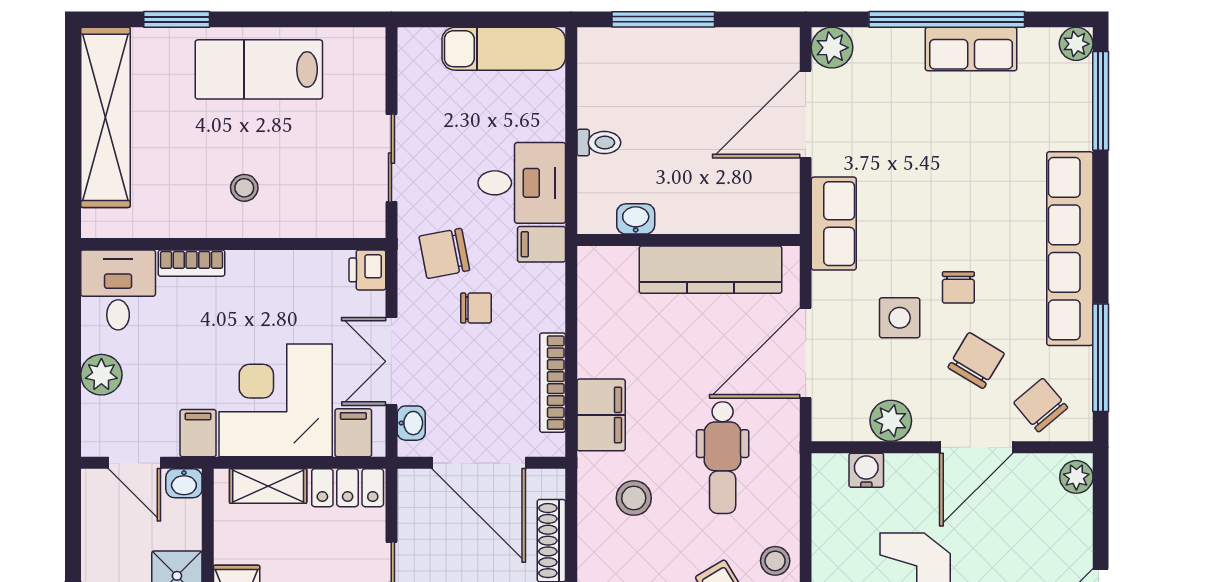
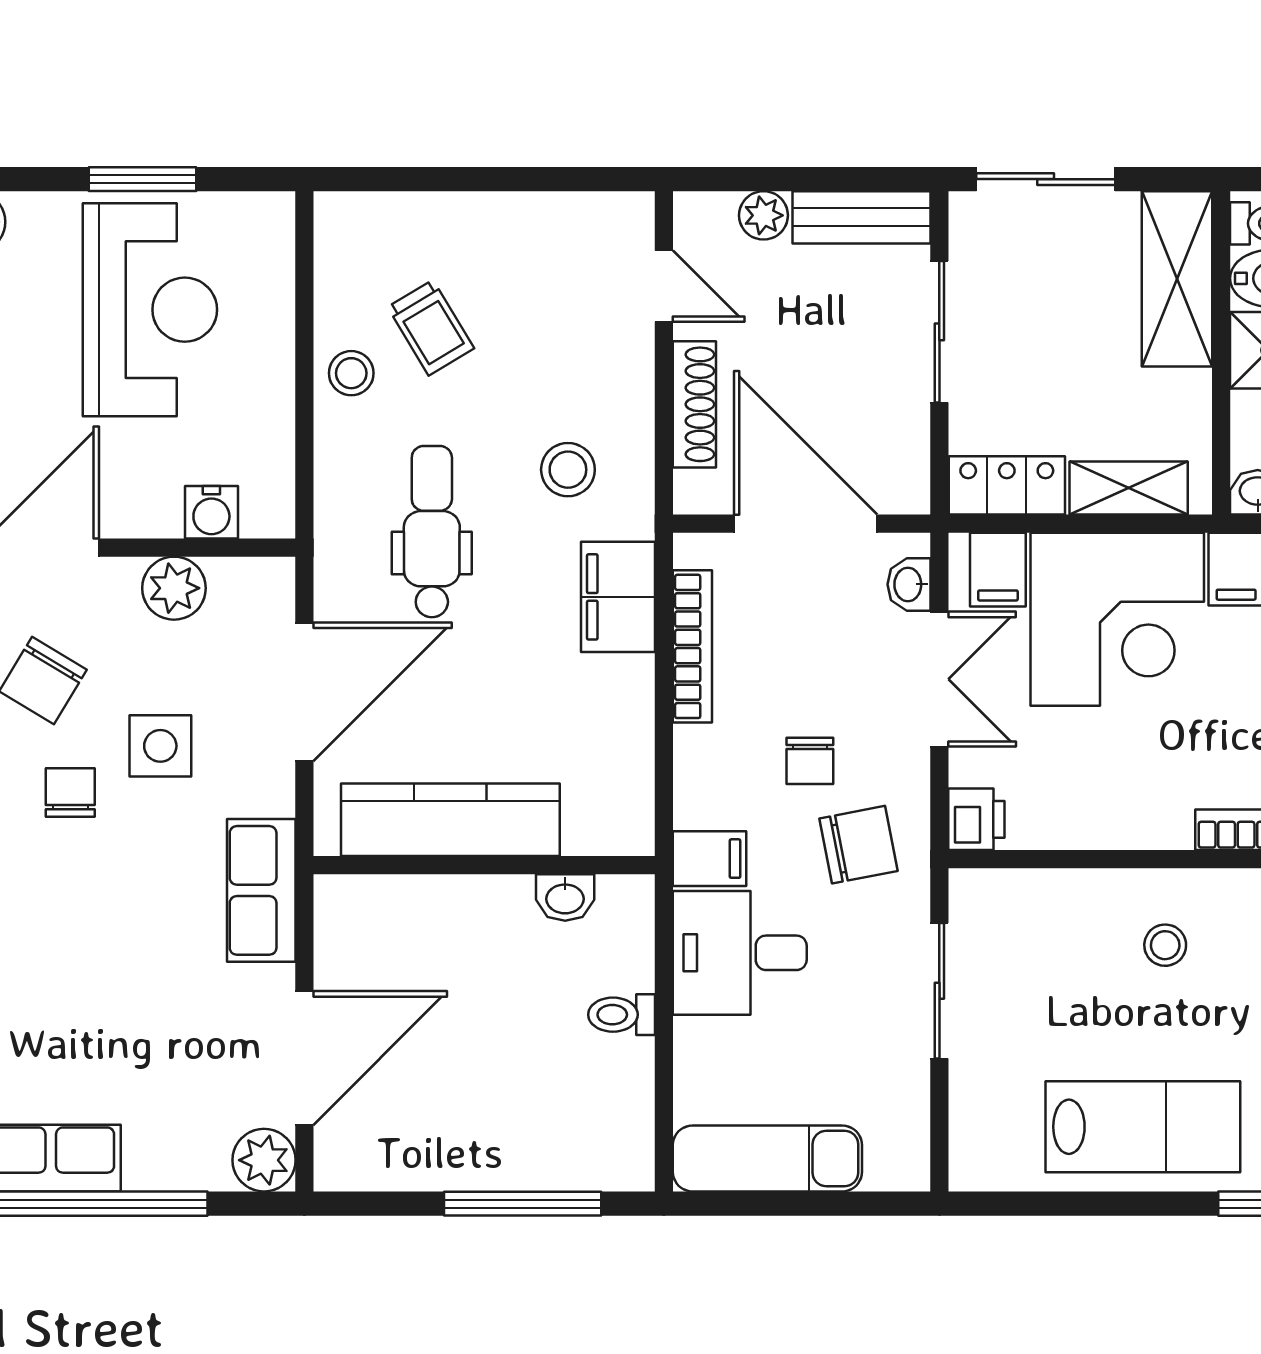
chair: (476, 308) -> (810, 761), turned -90

